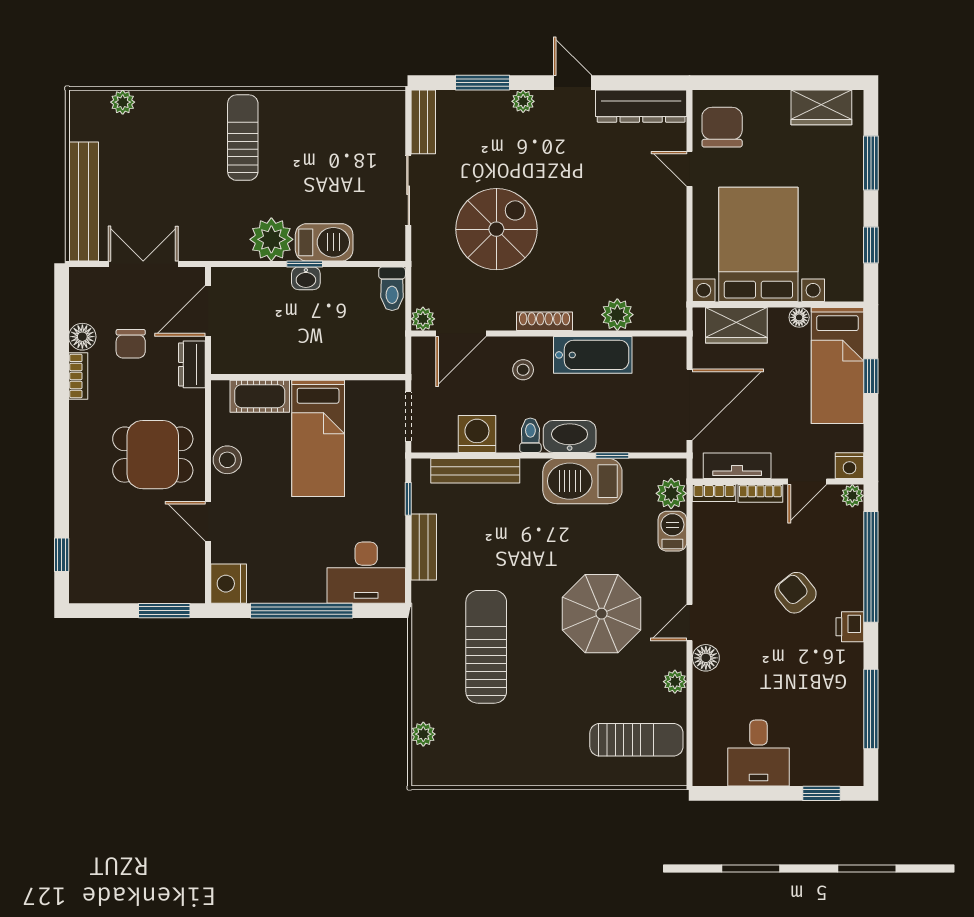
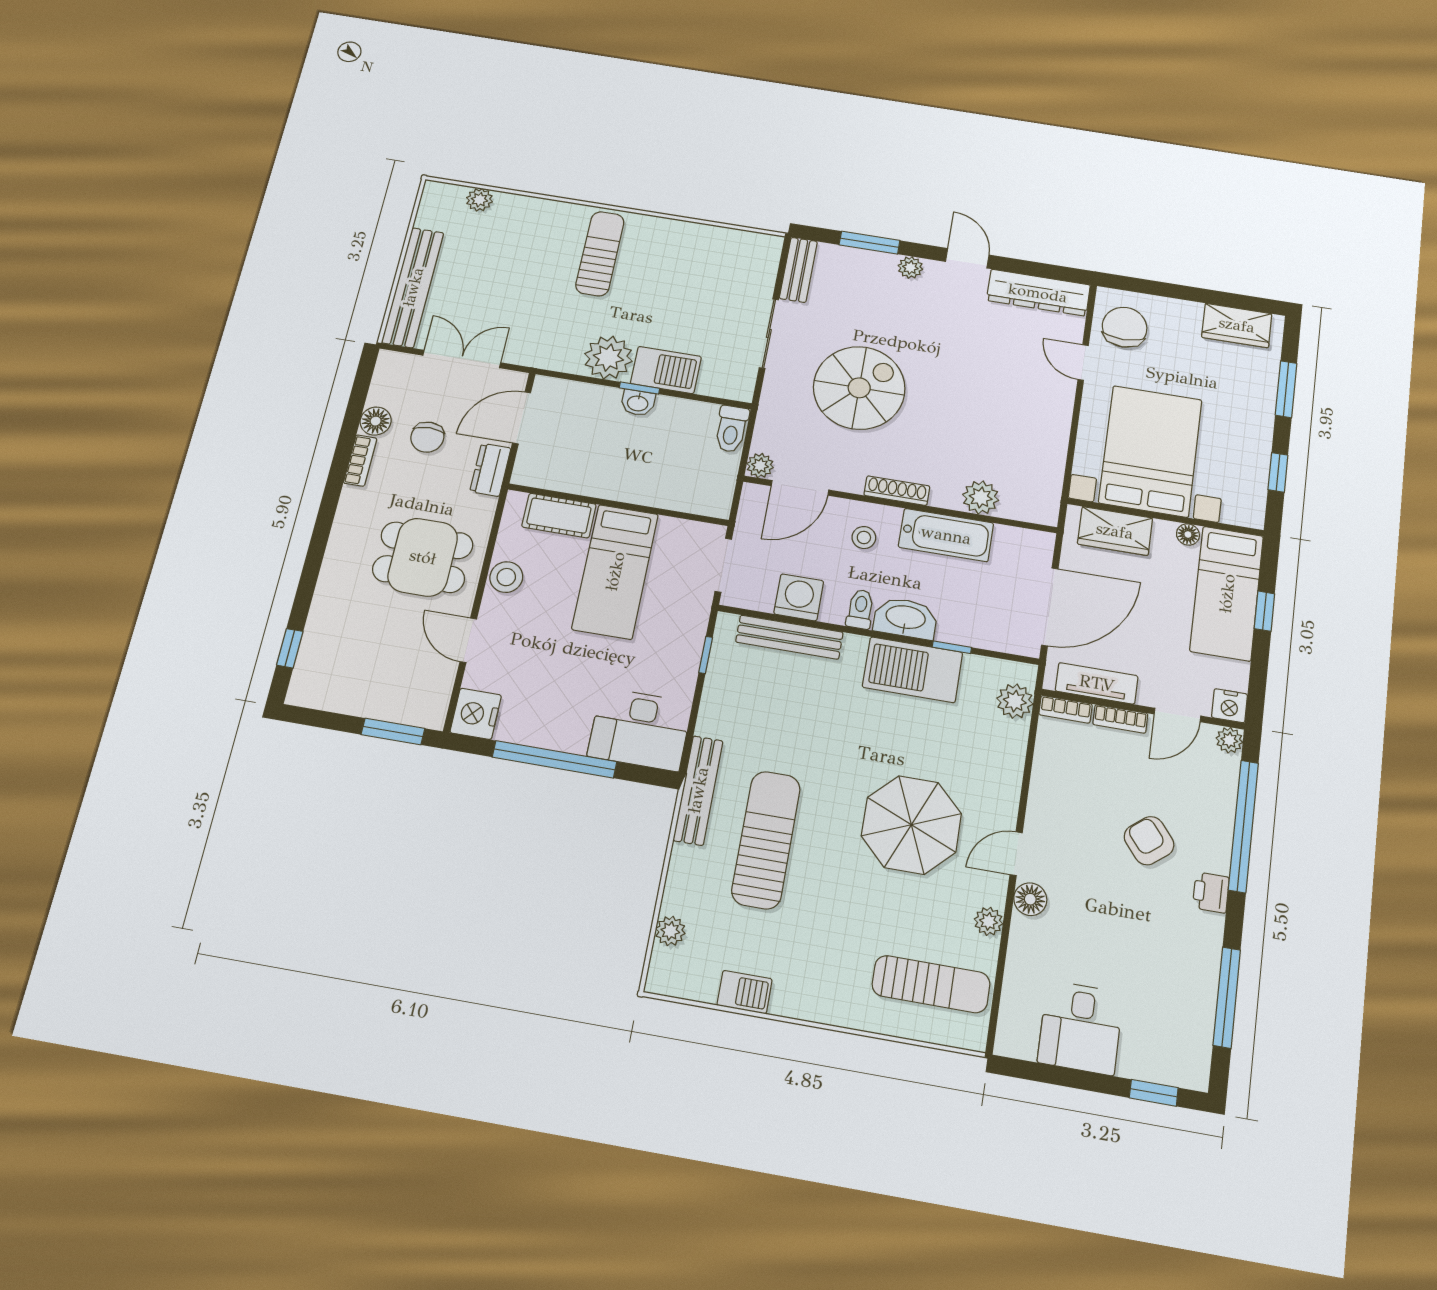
barbecue: (672, 531) -> (744, 992), moved, turned 90
bench: (424, 547) -> (698, 790), moved, width x1.36

